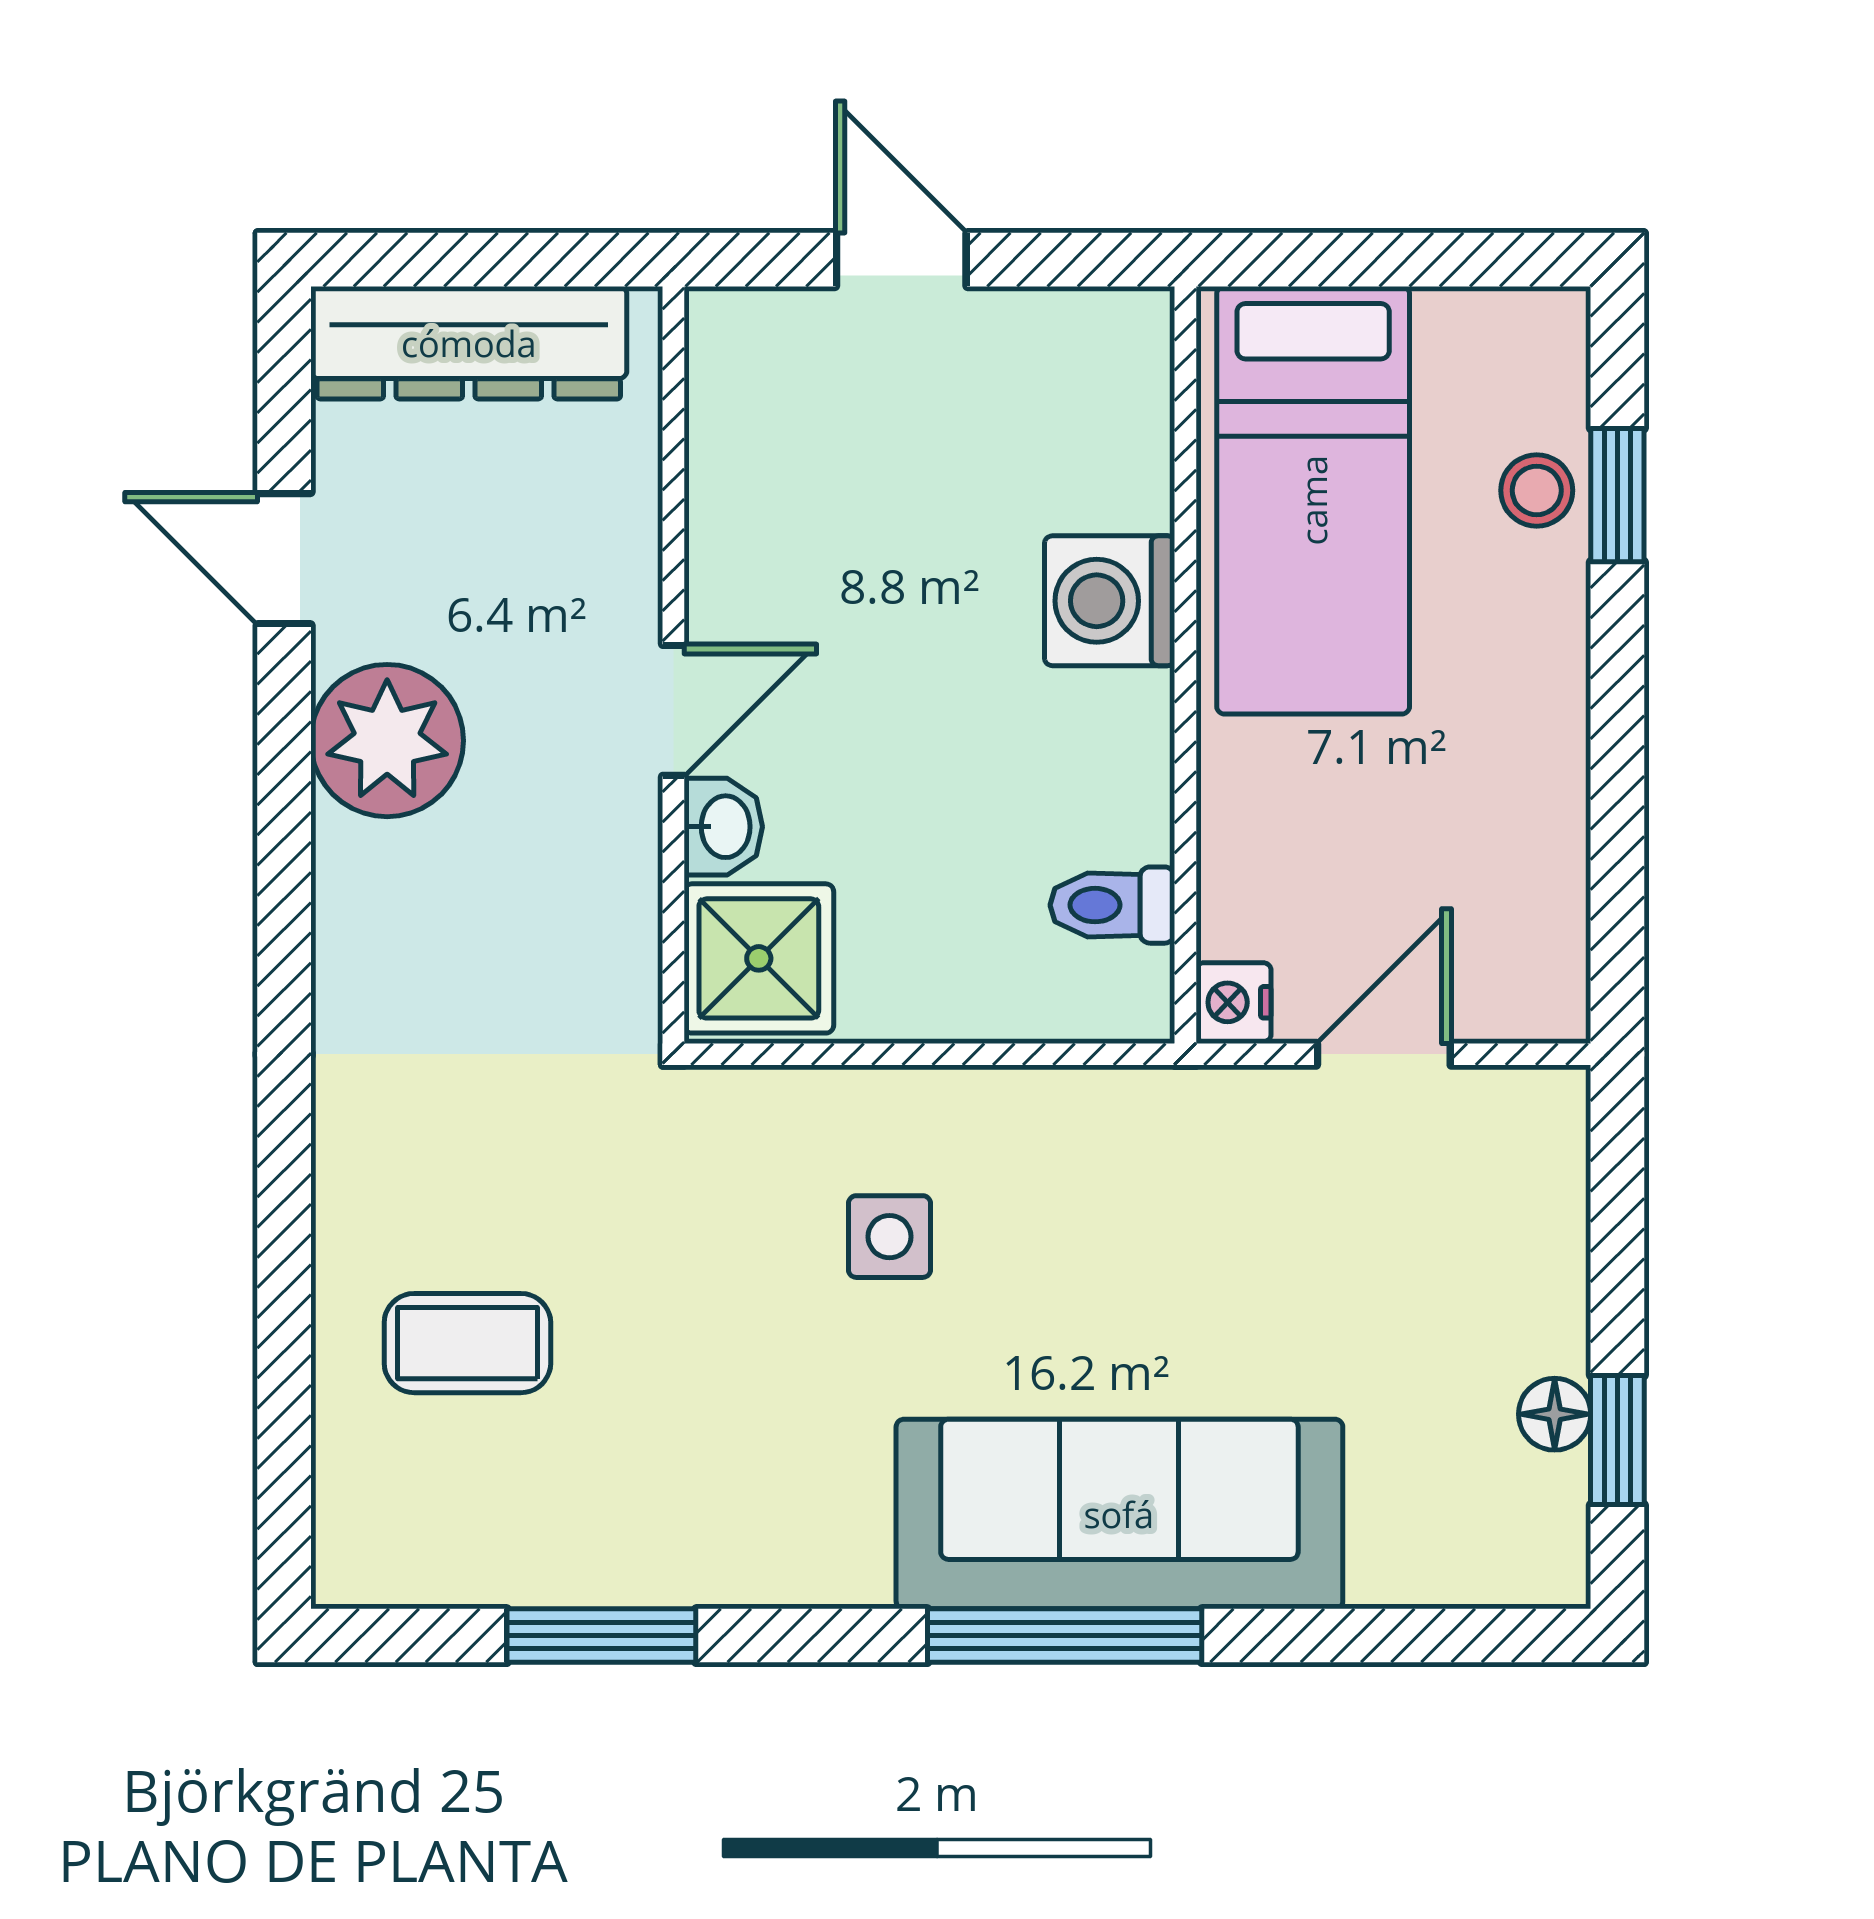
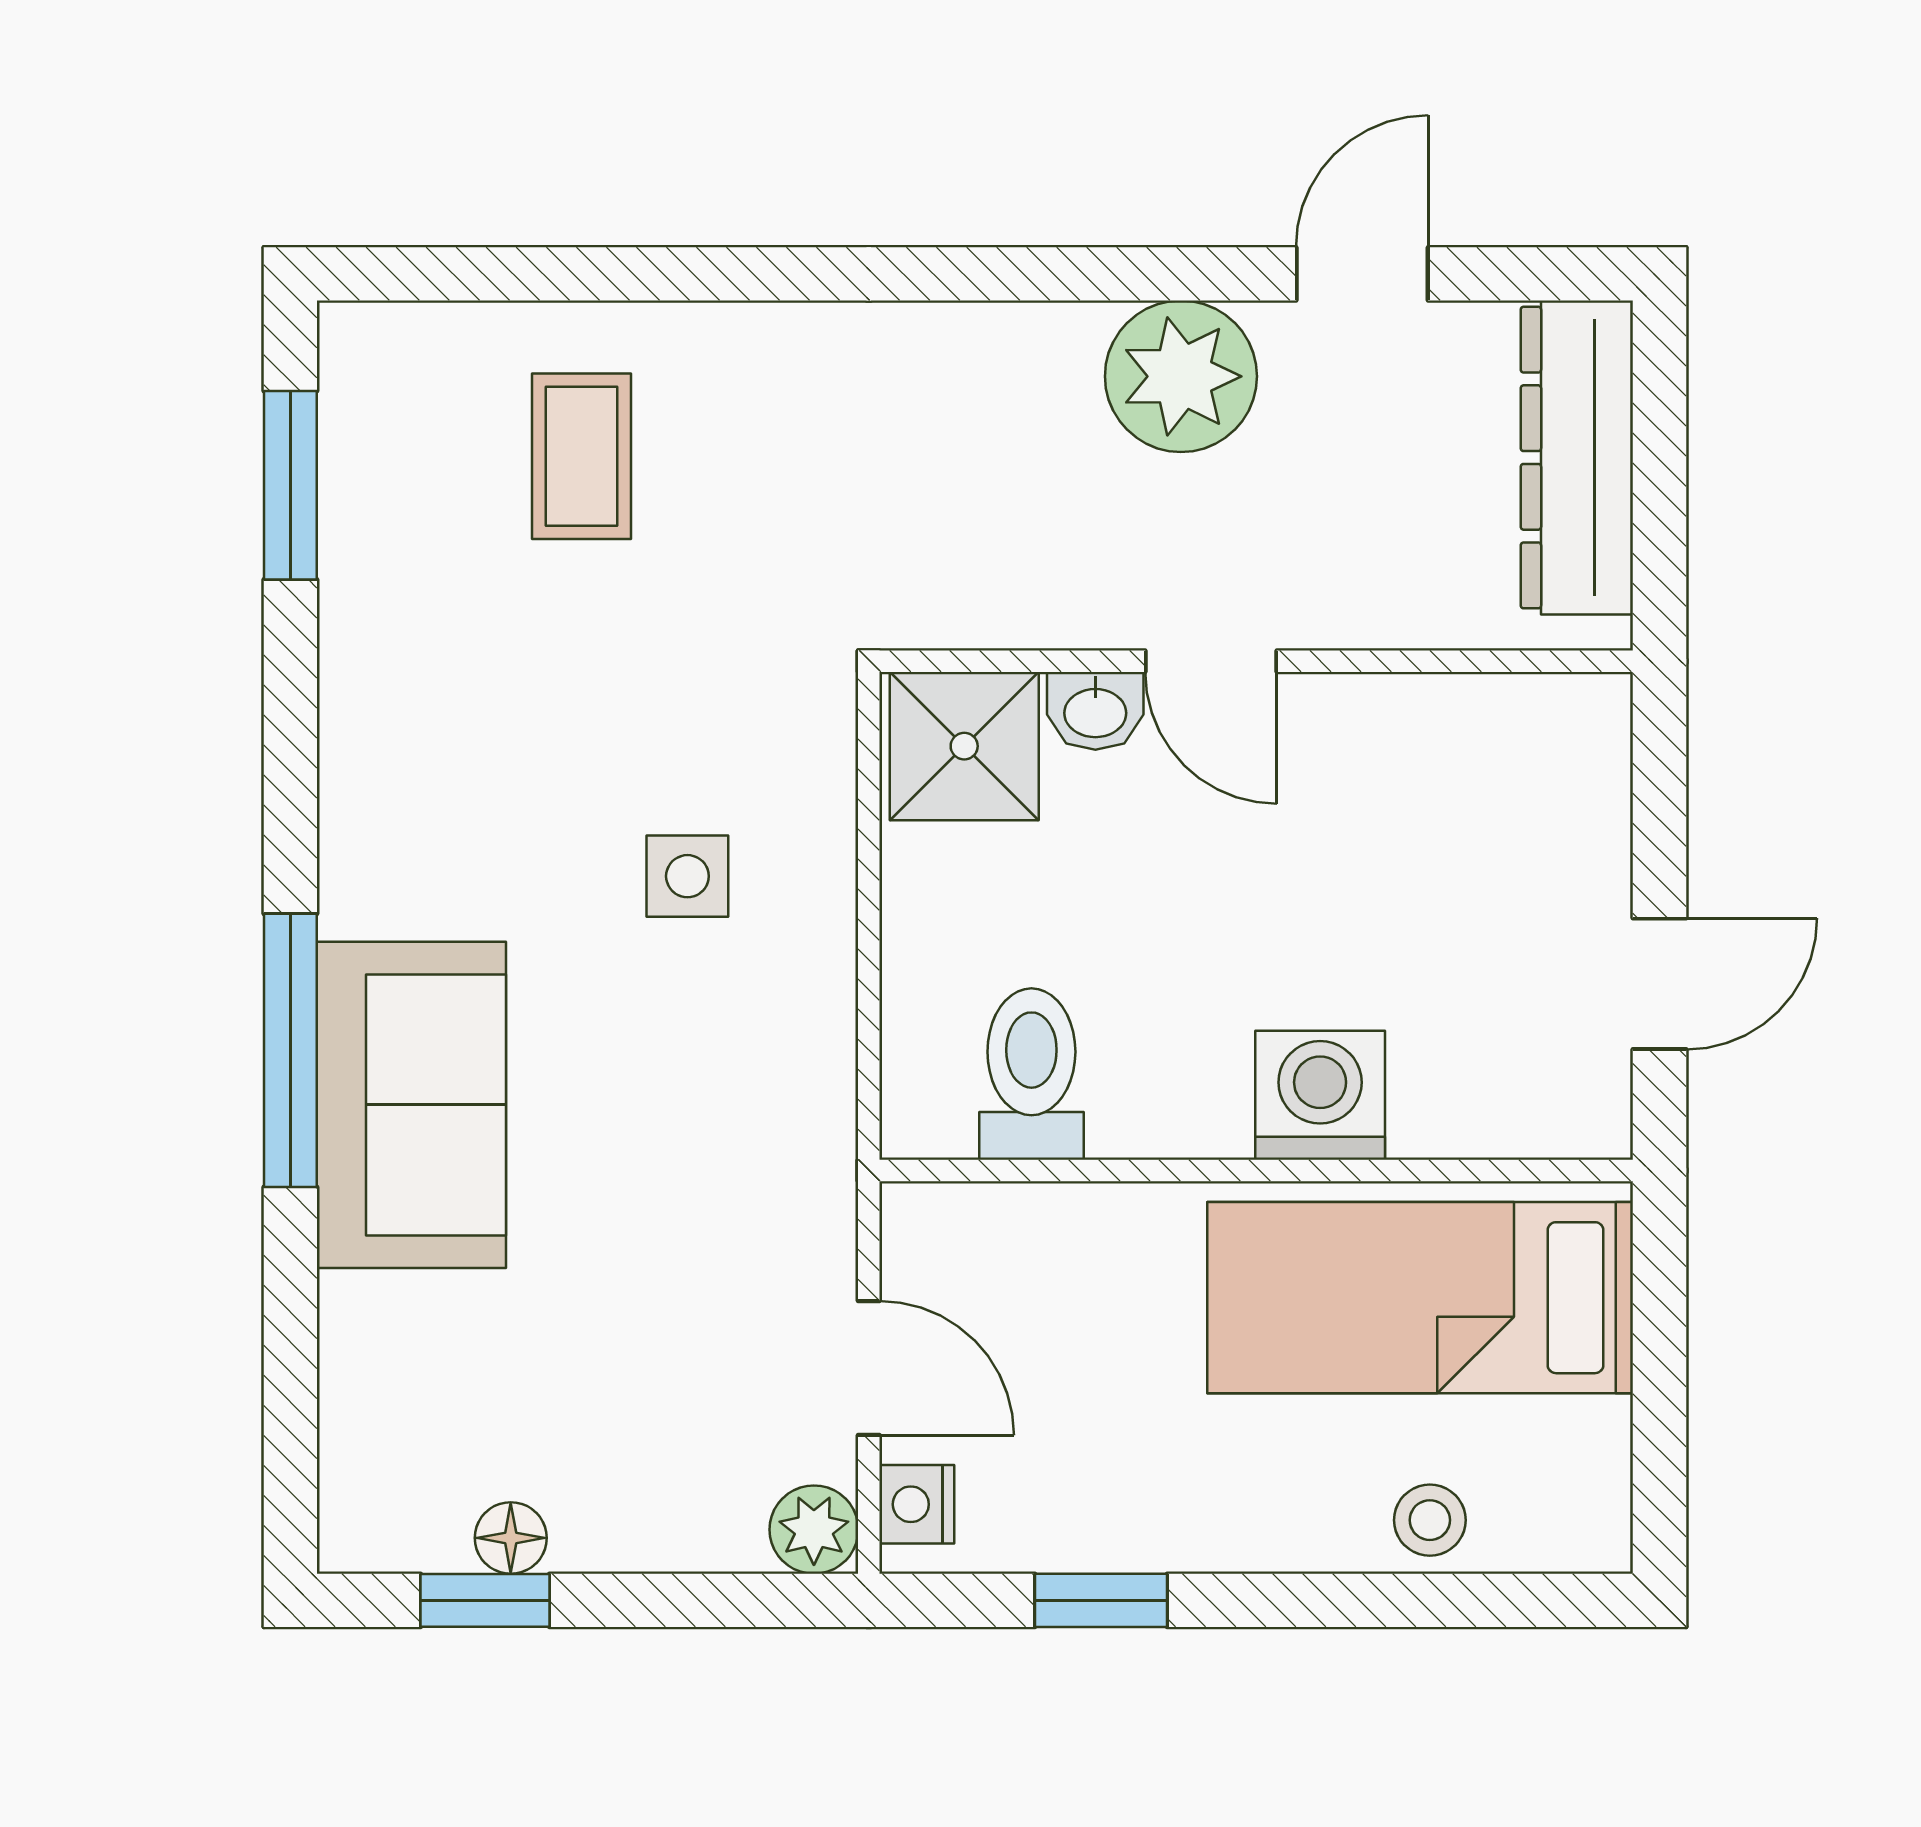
door: (901, 260) -> (1659, 984), moved
window: (1617, 495) -> (1101, 1600), moved
toilet: (1112, 905) -> (1031, 1074), width x1.37, depth x1.39
nightstand: (1234, 1002) -> (917, 1504), moved, turned -90
plant: (1546, 1109) -> (814, 1530), added
sofa: (1119, 1514) -> (411, 1105), width x0.73
window: (601, 1636) -> (290, 485), moved

